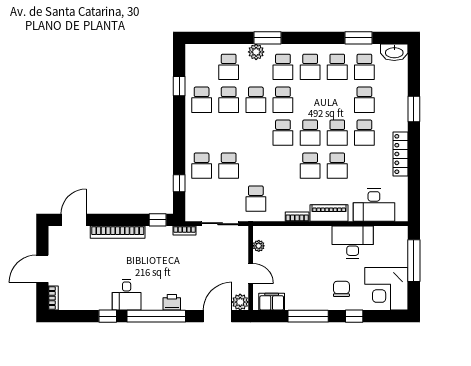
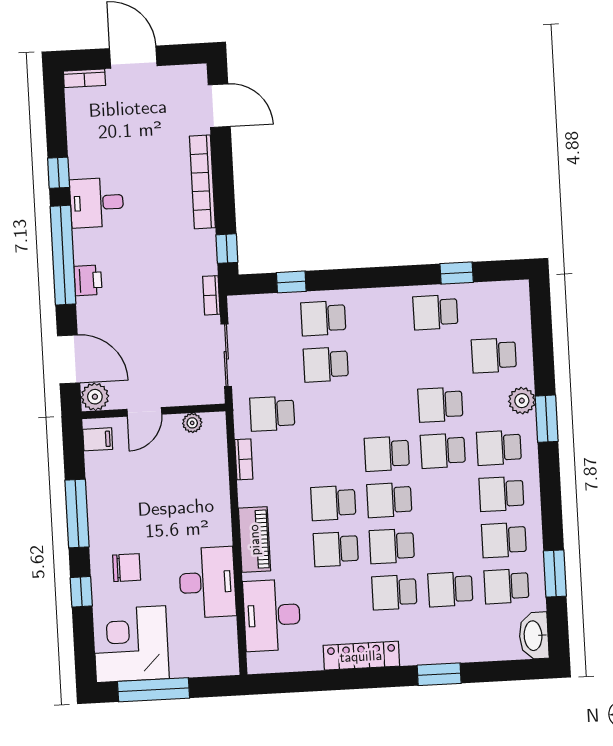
school desk: (229, 100) -> (438, 358), removed
bookcase: (297, 217) -> (244, 459), moved
window: (414, 261) -> (153, 690), moved
filing cabinet: (272, 302) -> (98, 439), width x0.50

